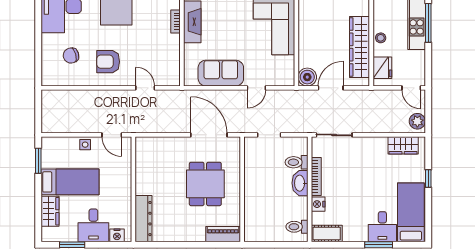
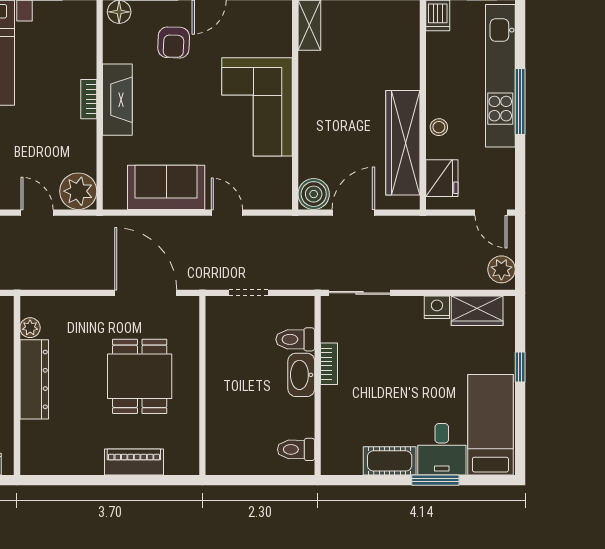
plant: (169, 75) -> (78, 191), added
door: (256, 88) -> (227, 213), swing flipped
plant: (141, 155) -> (30, 328), added
bookcase: (316, 177) -> (329, 364), width x0.64
nightstand: (318, 204) -> (437, 307), moved, turned 90
dresser: (143, 219) -> (34, 379), moved
cot: (327, 233) -> (390, 461), moved
piano: (223, 234) -> (134, 462), moved

